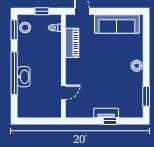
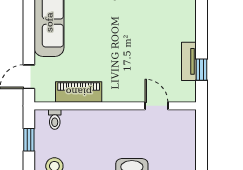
tv unit: (106, 113) -> (189, 61), moved
window: (110, 121) -> (202, 70), moved

